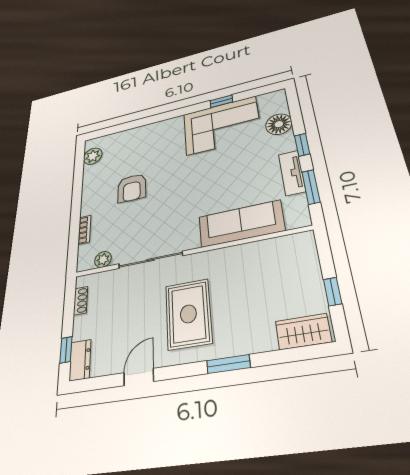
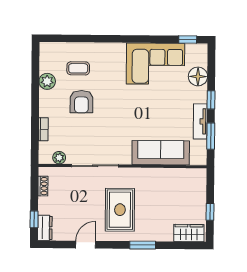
window: (221, 101) -> (188, 40), moved
coffee table: (128, 154) -> (78, 68), added
plant: (93, 156) -> (47, 81), moved

